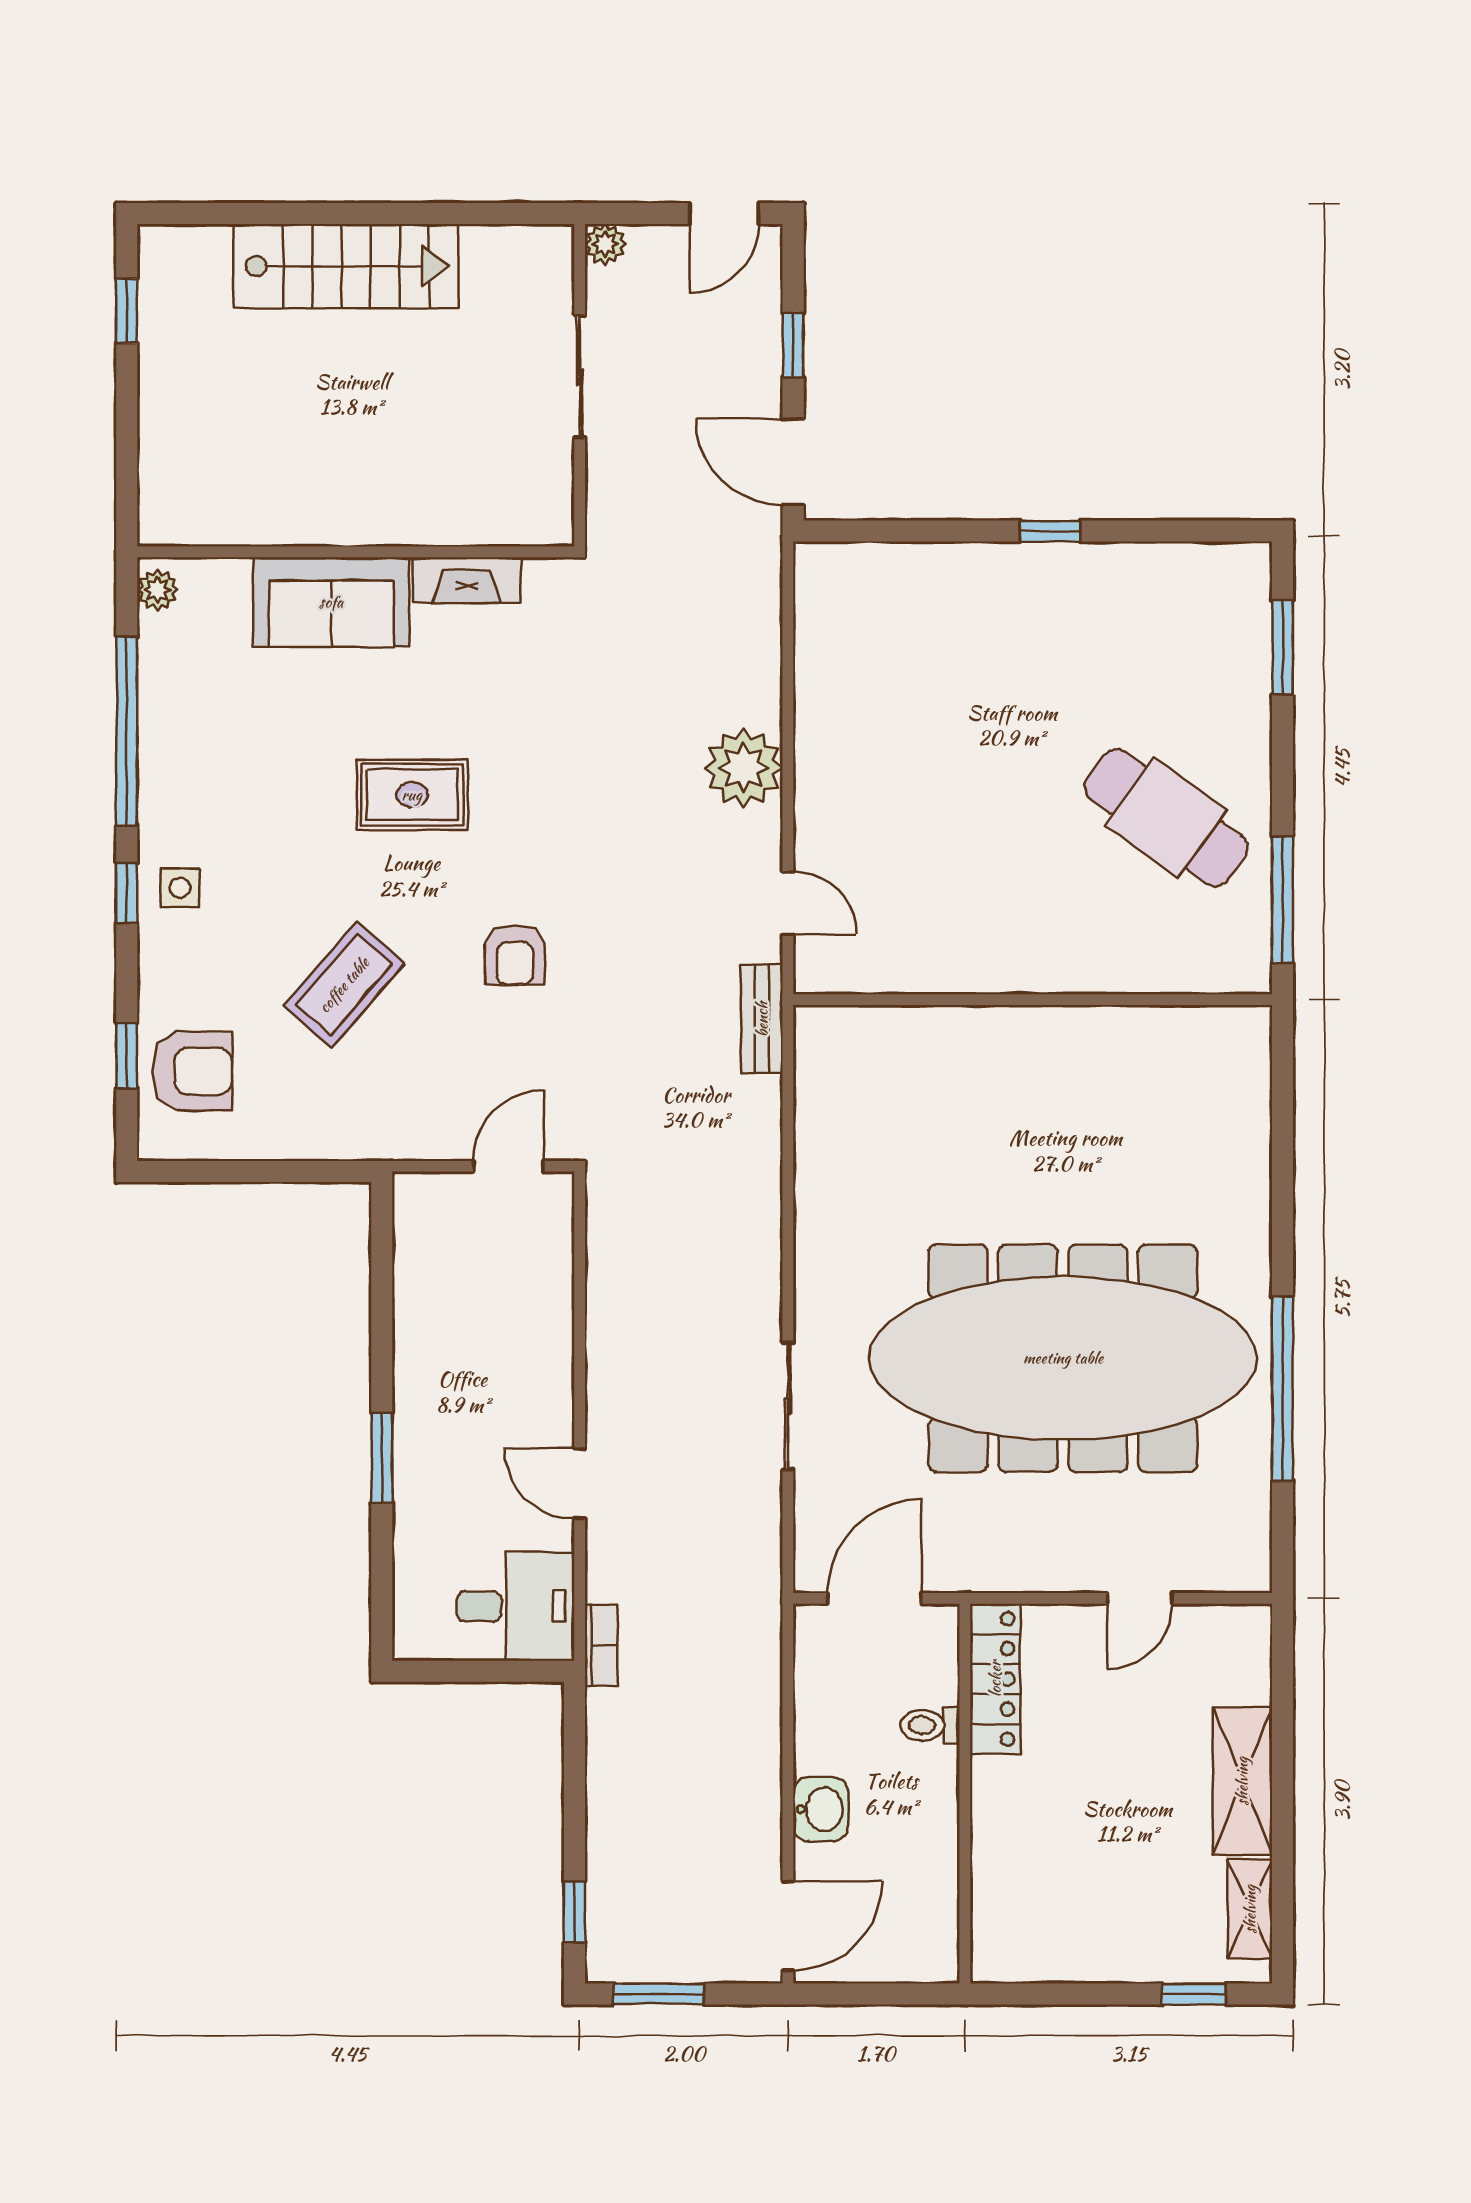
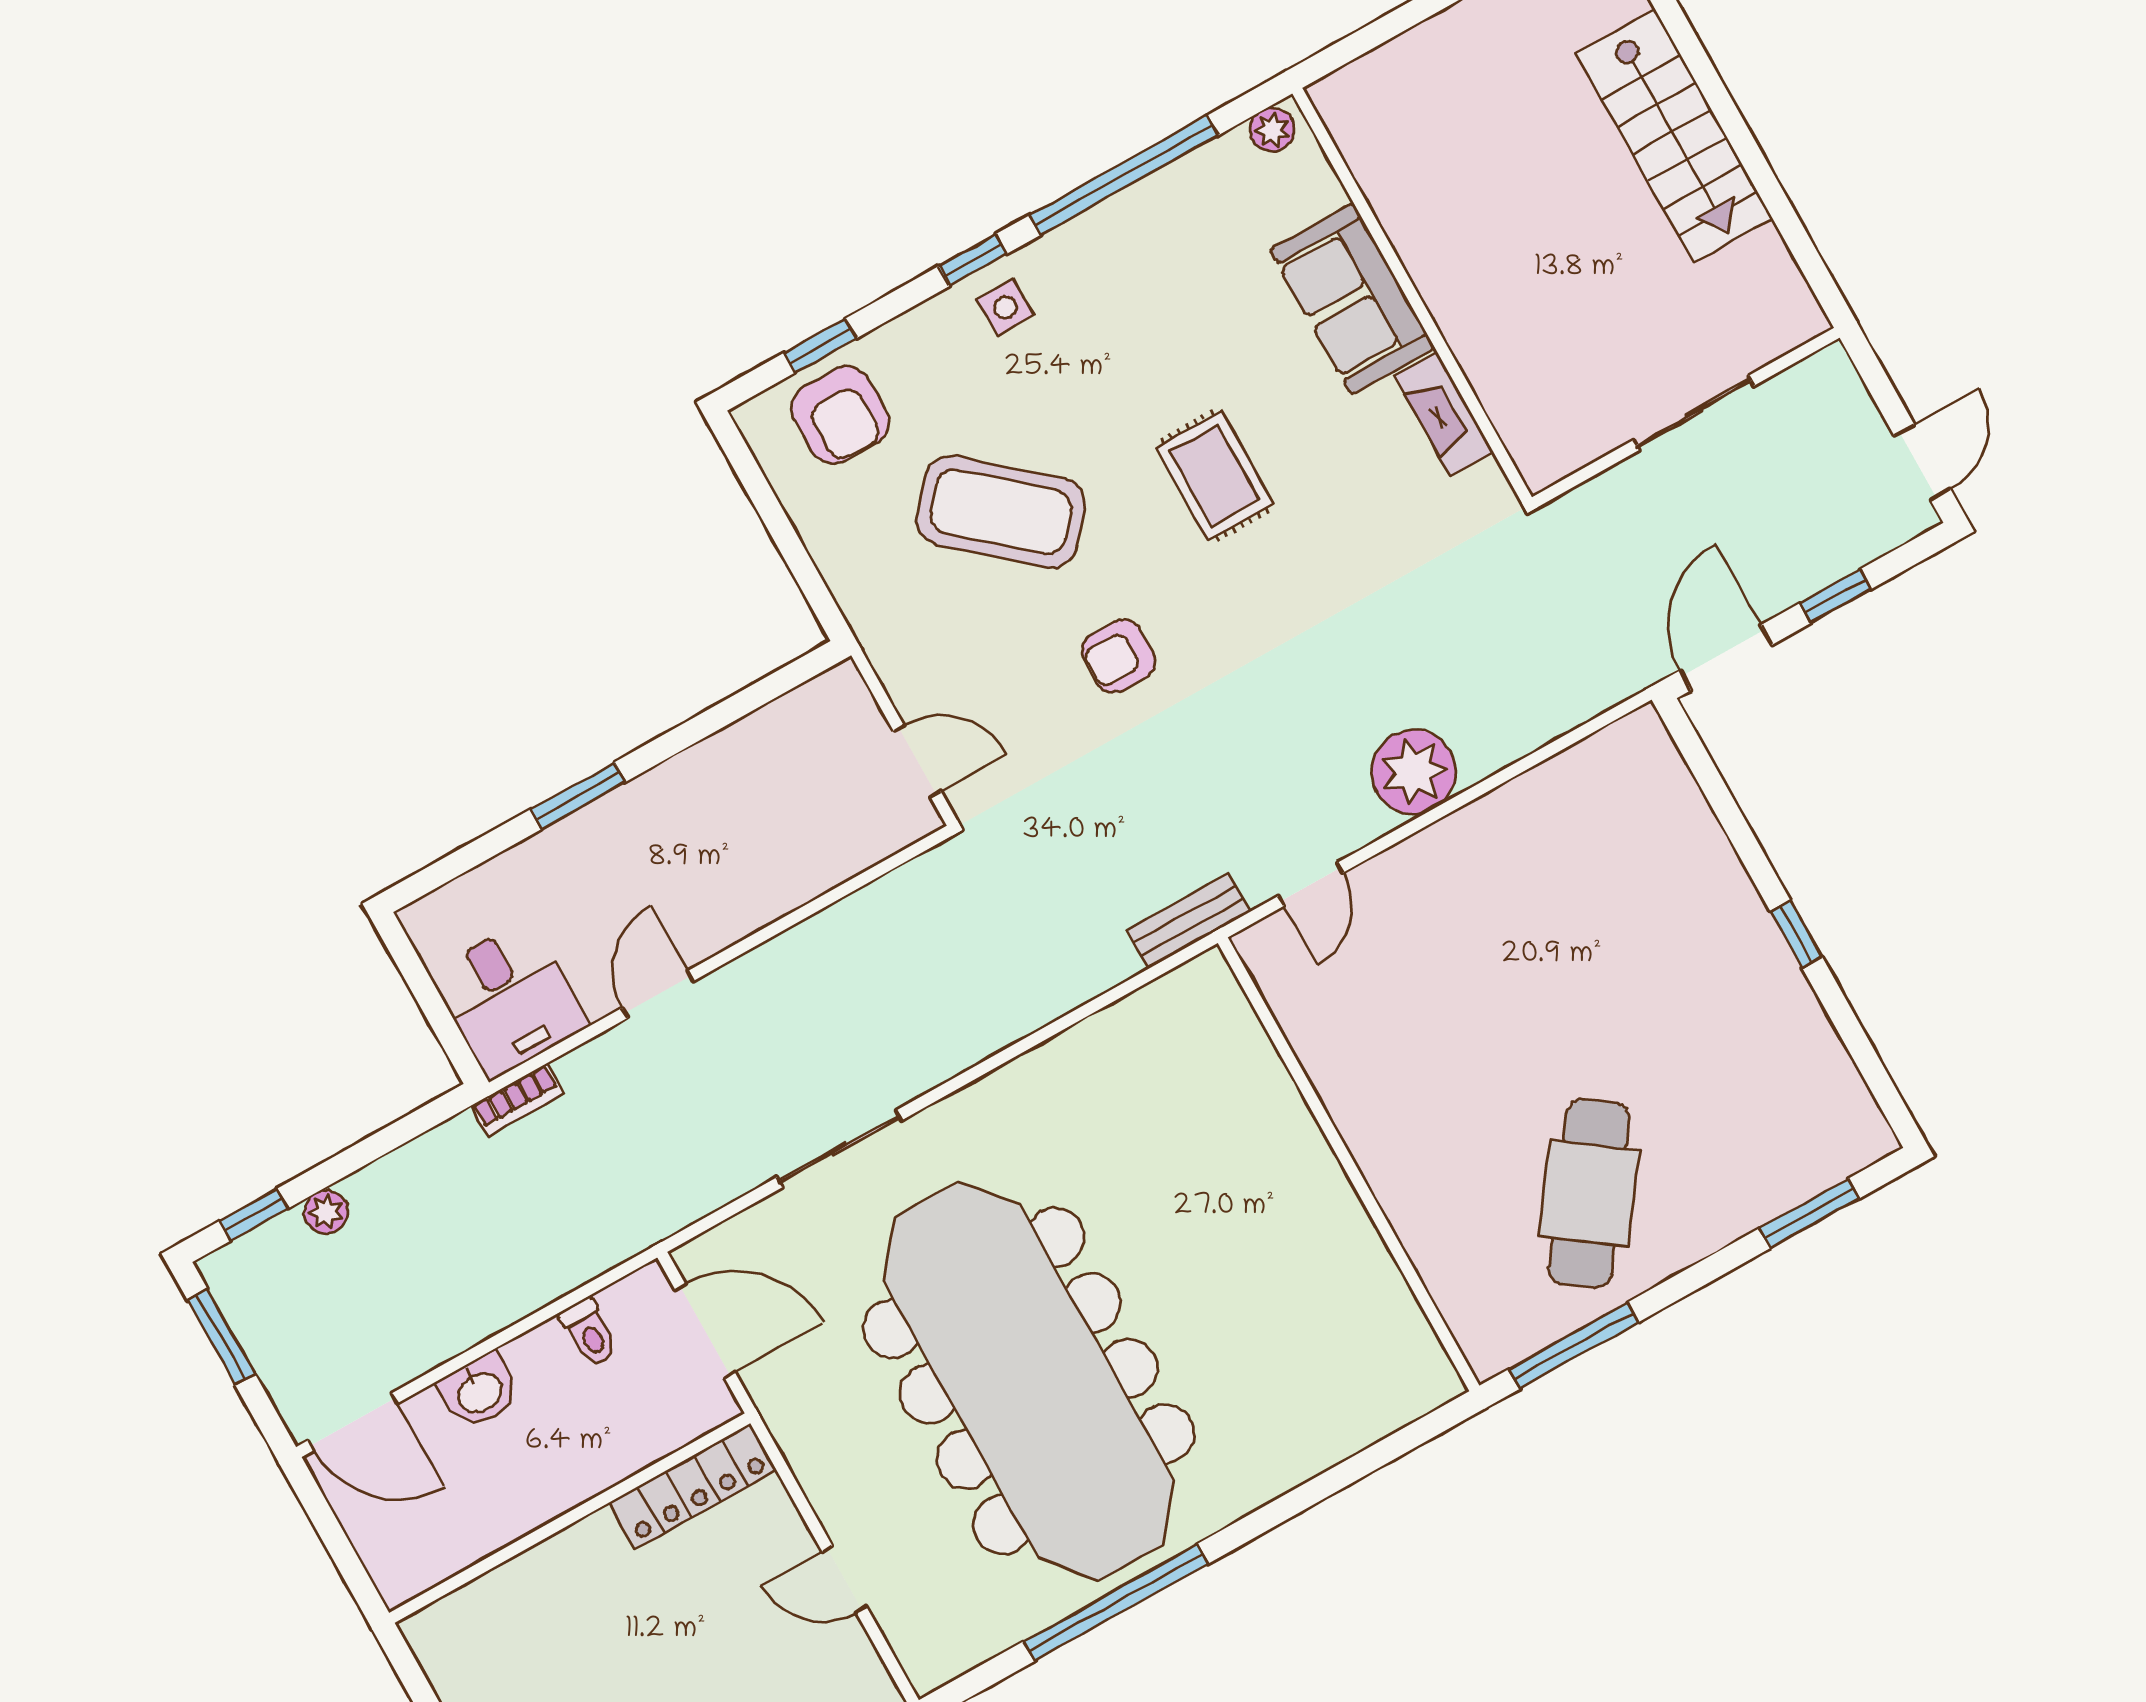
door: (724, 213) -> (1922, 462), swing flipped
plant: (605, 244) -> (326, 1212), moved
coffee table: (344, 985) -> (1001, 512), width x1.36, depth x1.32
toilet: (930, 1725) -> (589, 1332), moved, turned 180

